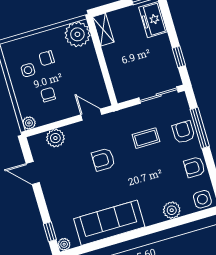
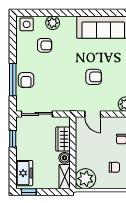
boiler: (110, 52) -> (65, 158), added
wardrobe: (118, 74) -> (63, 139), added
coffee table: (146, 138) -> (56, 84), removed
armchair: (194, 167) -> (45, 45), moved

